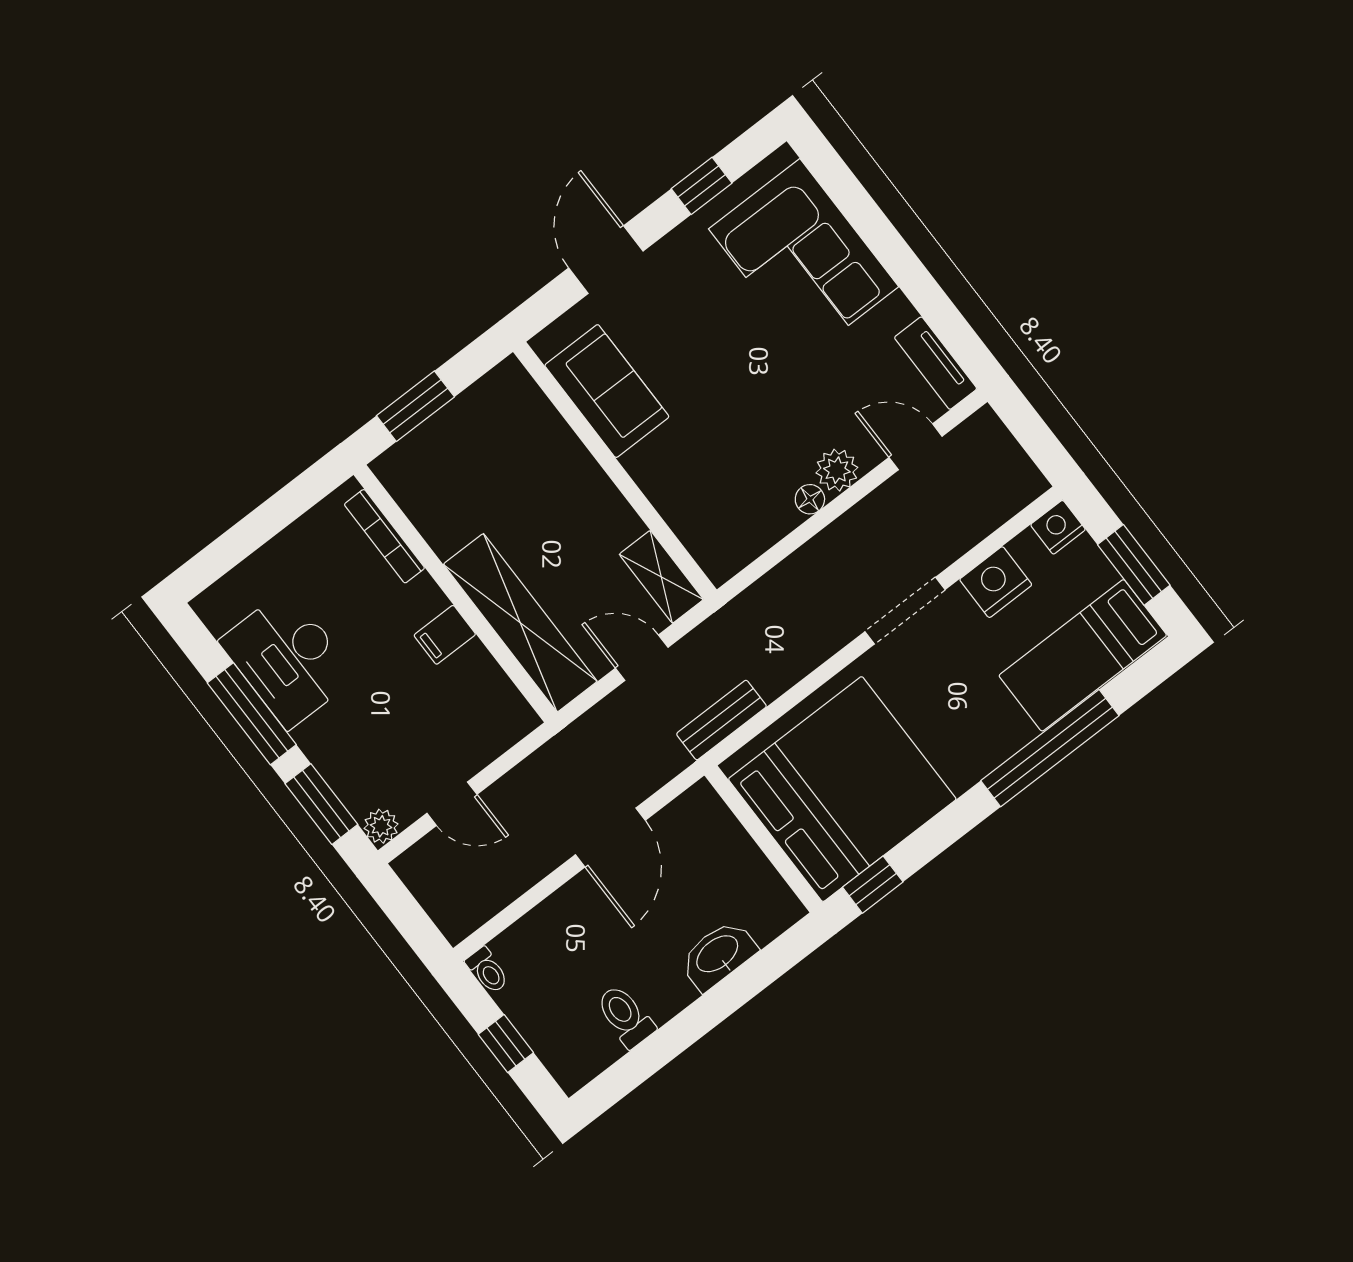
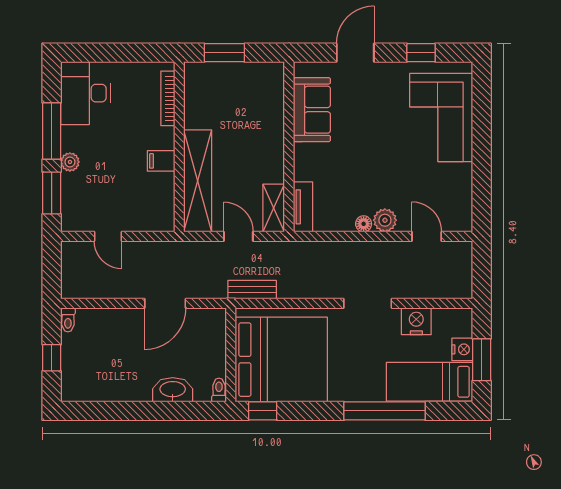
tv unit: (936, 363) -> (303, 207), moved, turned 180
nightstand: (1058, 527) -> (462, 349), moved, turned 90
desk: (288, 659) -> (85, 93), moved
plant: (381, 826) -> (70, 162), moved
toilet: (625, 1016) -> (219, 390), moved, width x0.73, depth x0.72

